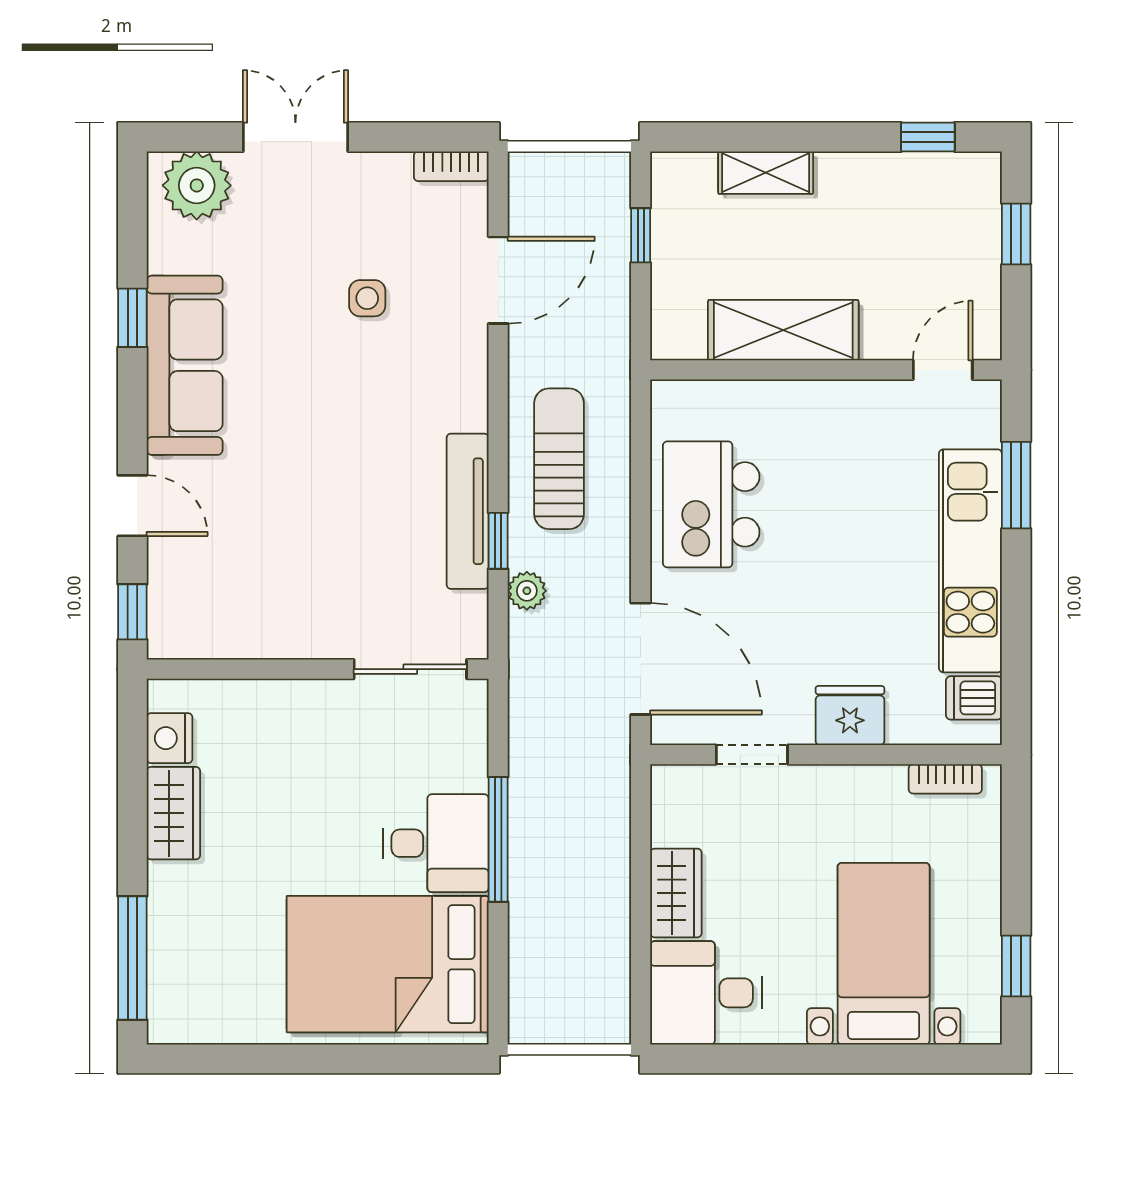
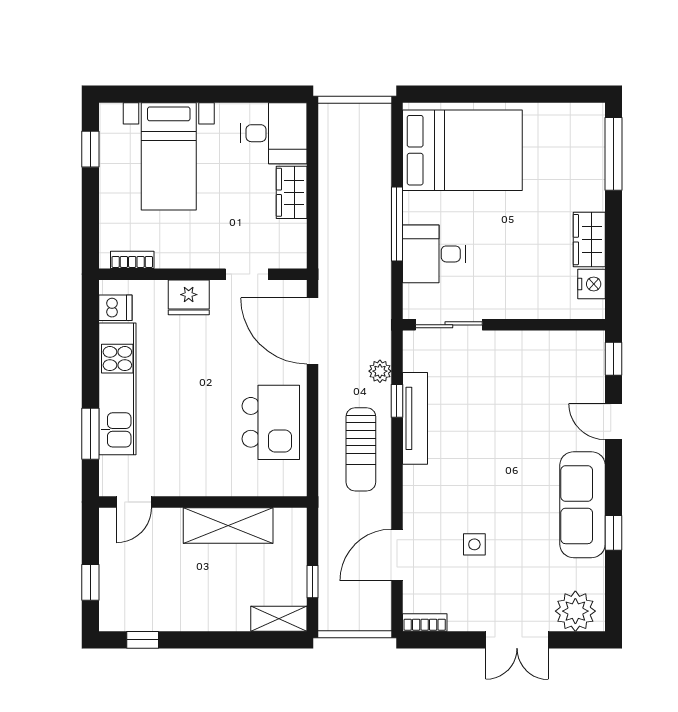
shelving: (766, 173) -> (279, 619), moved
desk: (436, 843) -> (434, 254), moved

